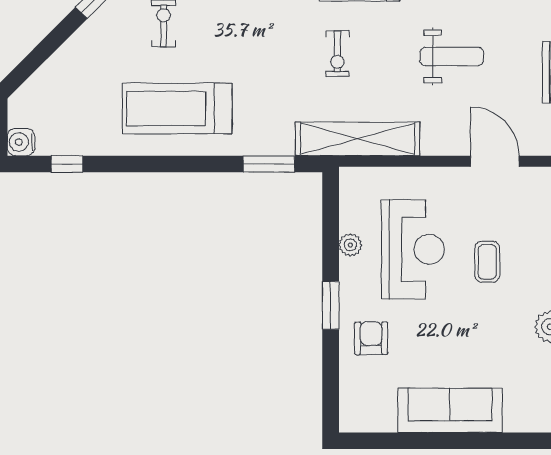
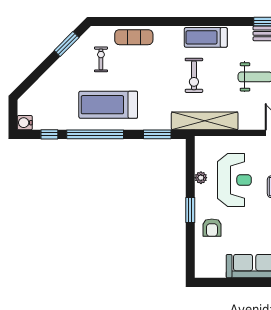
exercise bike: (337, 54) -> (194, 75), width x1.38, depth x1.39
window: (153, 164) -> (95, 134), added
armchair: (371, 338) -> (212, 228), turned 180

